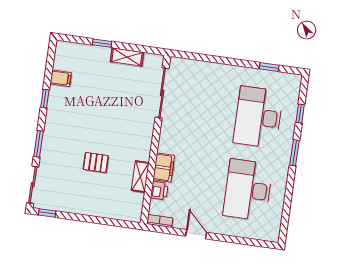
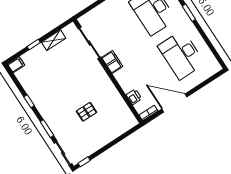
filing cabinet: (61, 78) -> (16, 65), moved
filing cabinet: (164, 168) -> (112, 62), moved
shelving: (140, 177) -> (117, 98), removed
door: (196, 234) -> (174, 103), width x1.88

